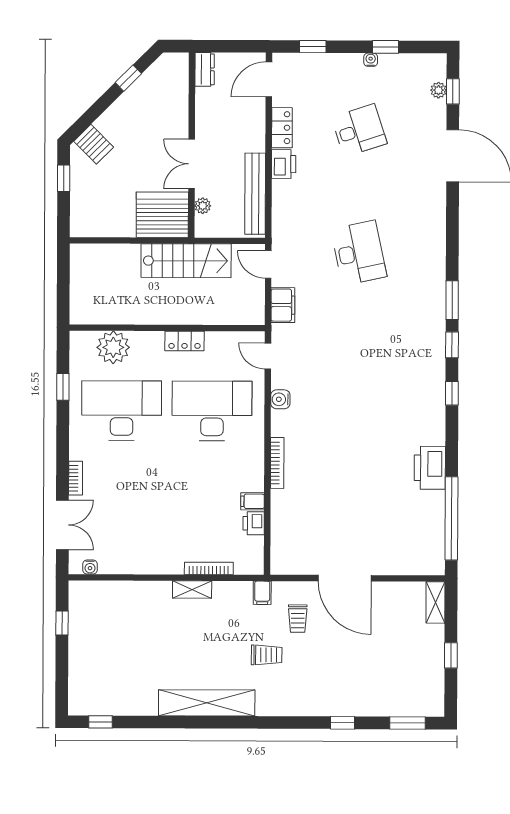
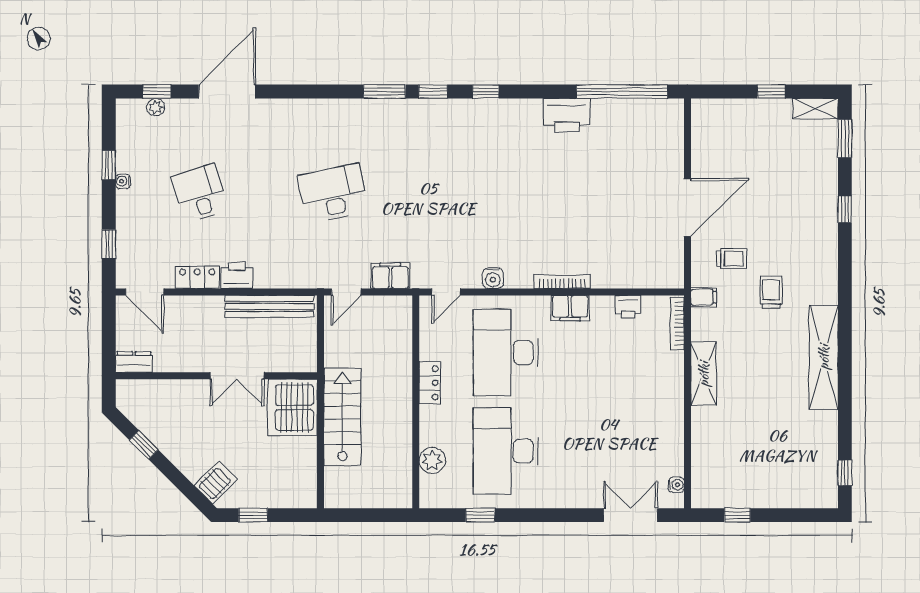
plant: (203, 206) -> (282, 364), removed
stairs: (186, 261) -> (342, 417), moved
plant: (113, 347) -> (432, 460), width x0.73, depth x0.73
bookcase: (76, 478) -> (580, 501), removed
filing cabinet: (253, 501) -> (570, 308), moved, width x2.00
bookcase: (209, 568) -> (677, 324), moved
shelving: (192, 589) -> (704, 374), width x1.50, depth x1.33
shelving: (435, 602) -> (815, 109), moved

